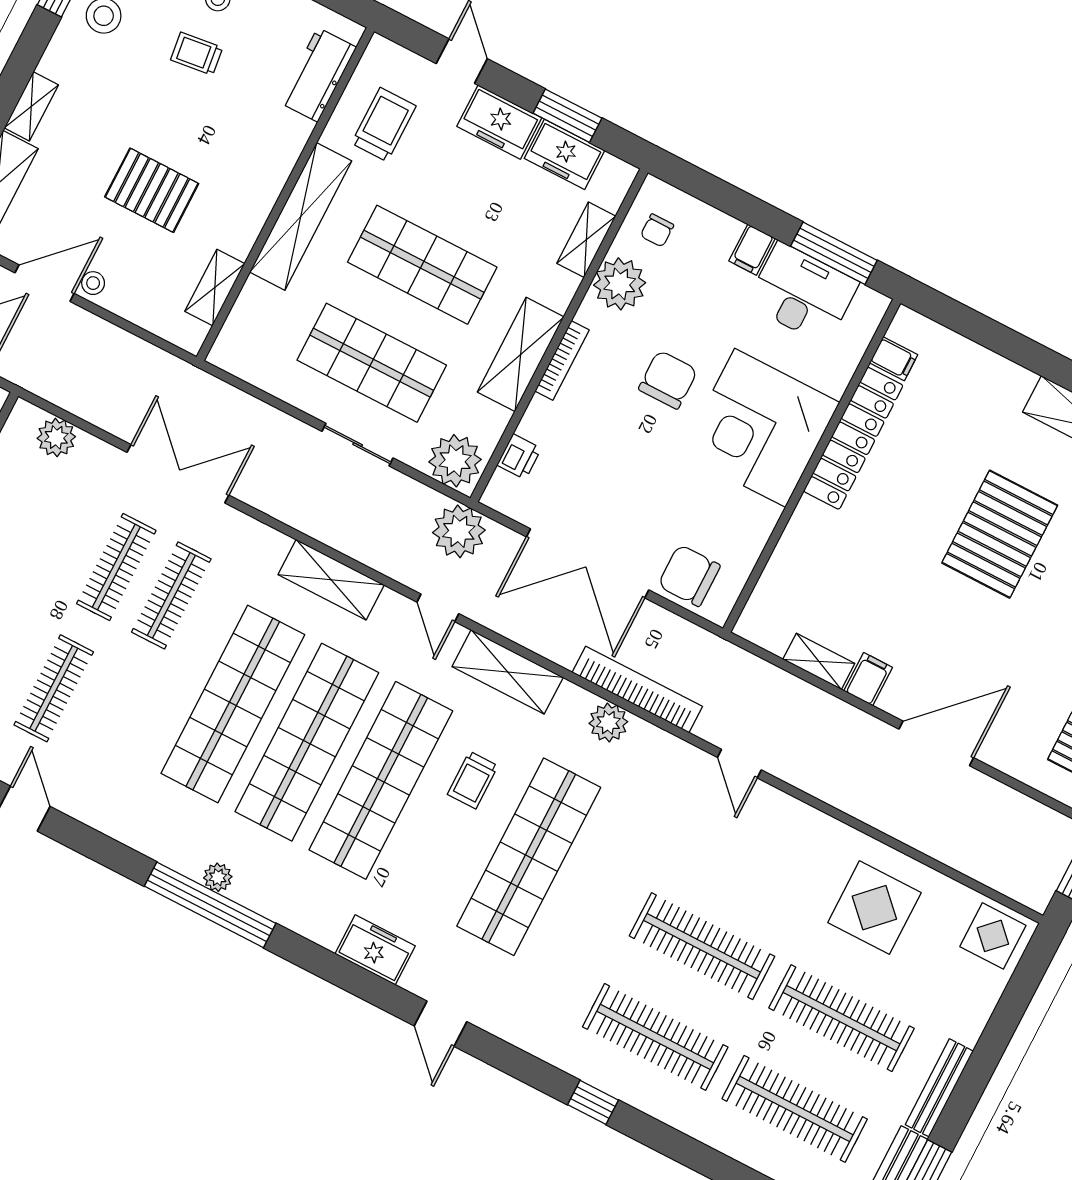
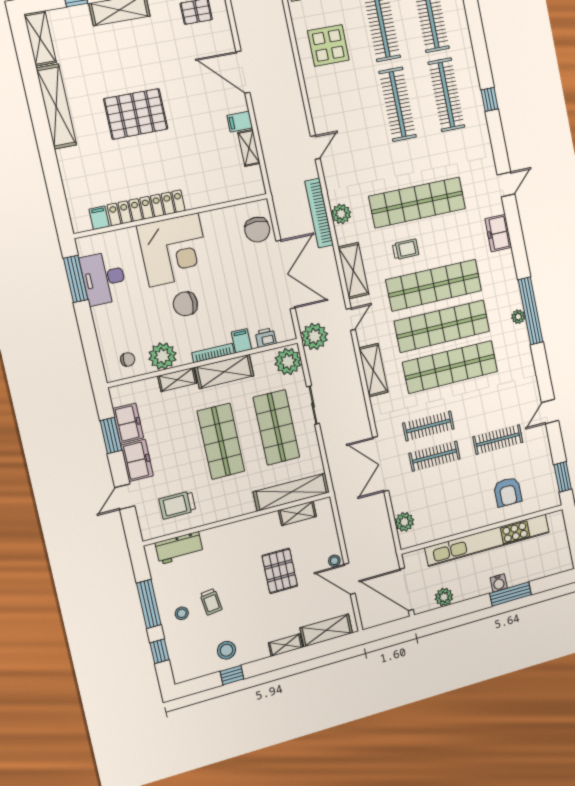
shelving: (301, 217) -> (291, 492), moved
shelving: (586, 240) -> (177, 380), moved
filing cabinet: (752, 250) -> (241, 341), moved, turned -90

